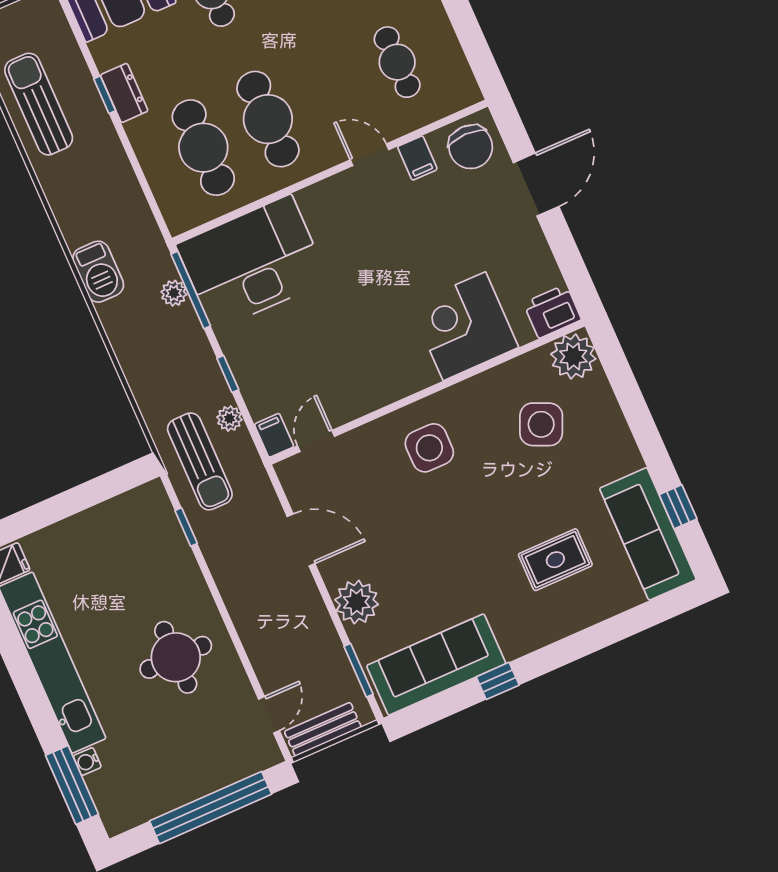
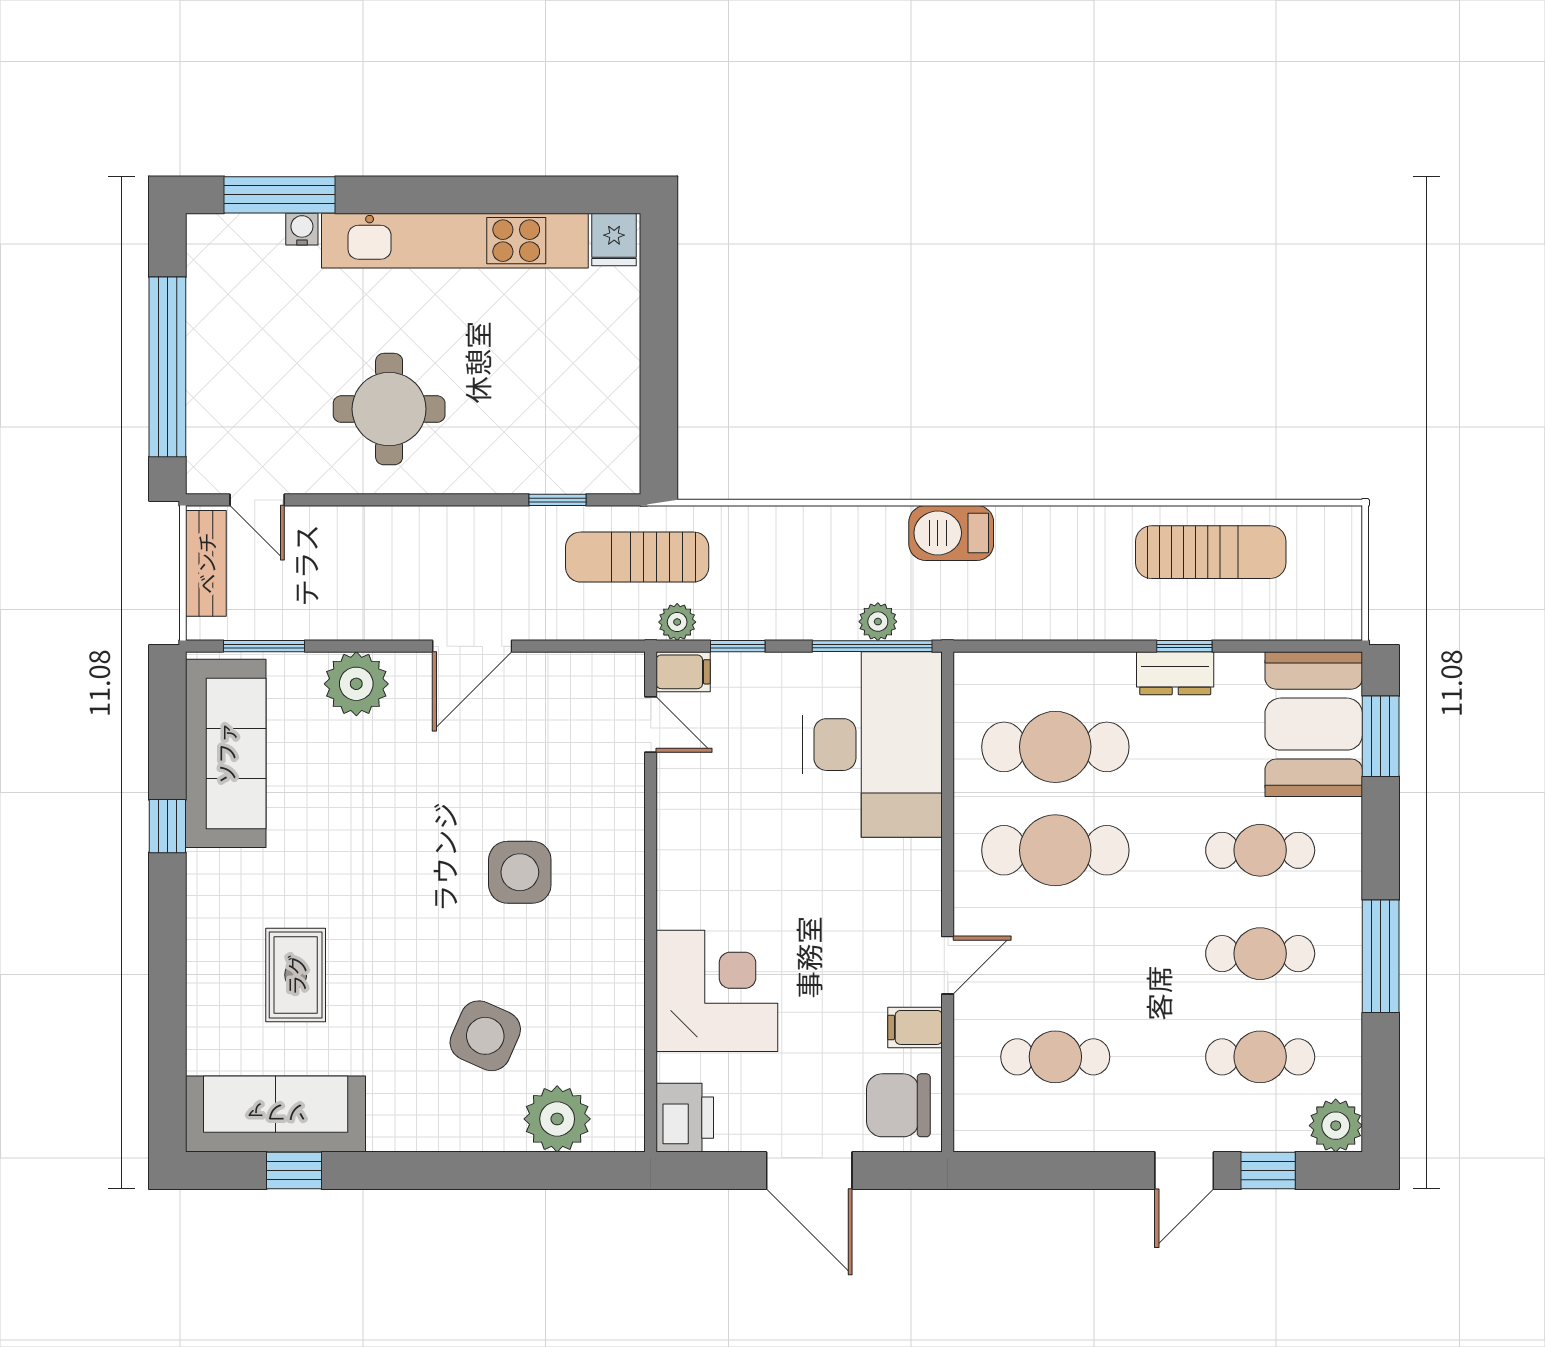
printer: (552, 311) -> (685, 1118), moved
corner desk: (464, 326) -> (717, 991), moved
wall: (427, 392) -> (651, 902), moved
filing cabinet: (274, 435) -> (683, 672), moved
door: (316, 441) -> (651, 725), moved

